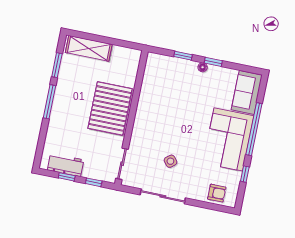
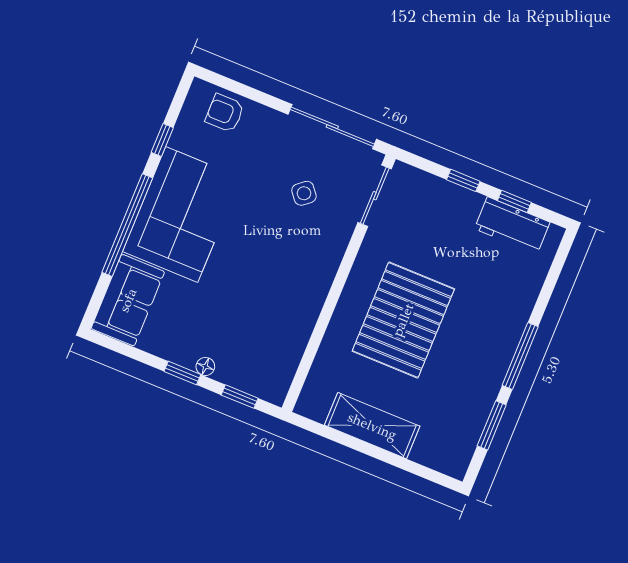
shelving: (89, 48) -> (372, 426), moved
wall: (131, 118) -> (339, 283), moved
sliding door: (122, 164) -> (375, 196), moved

